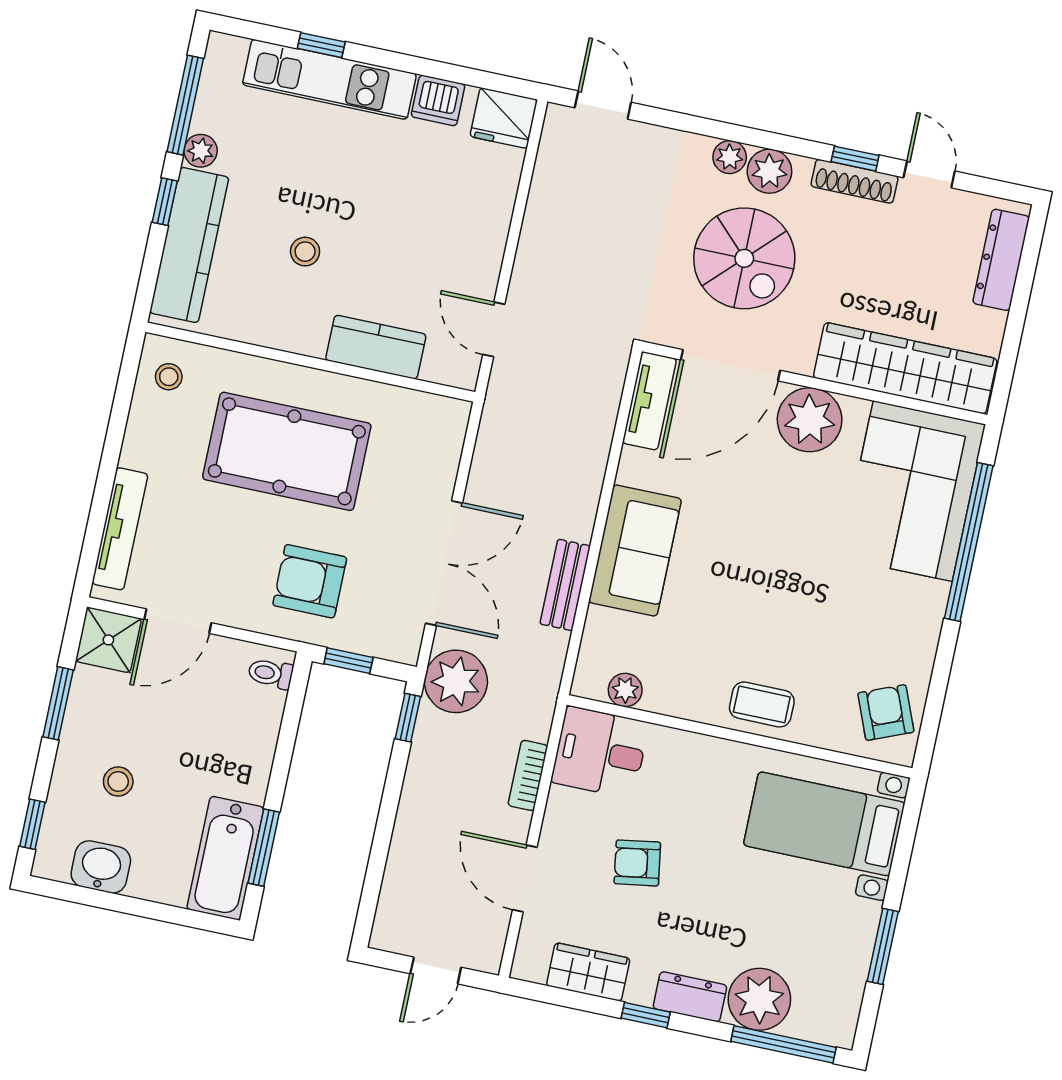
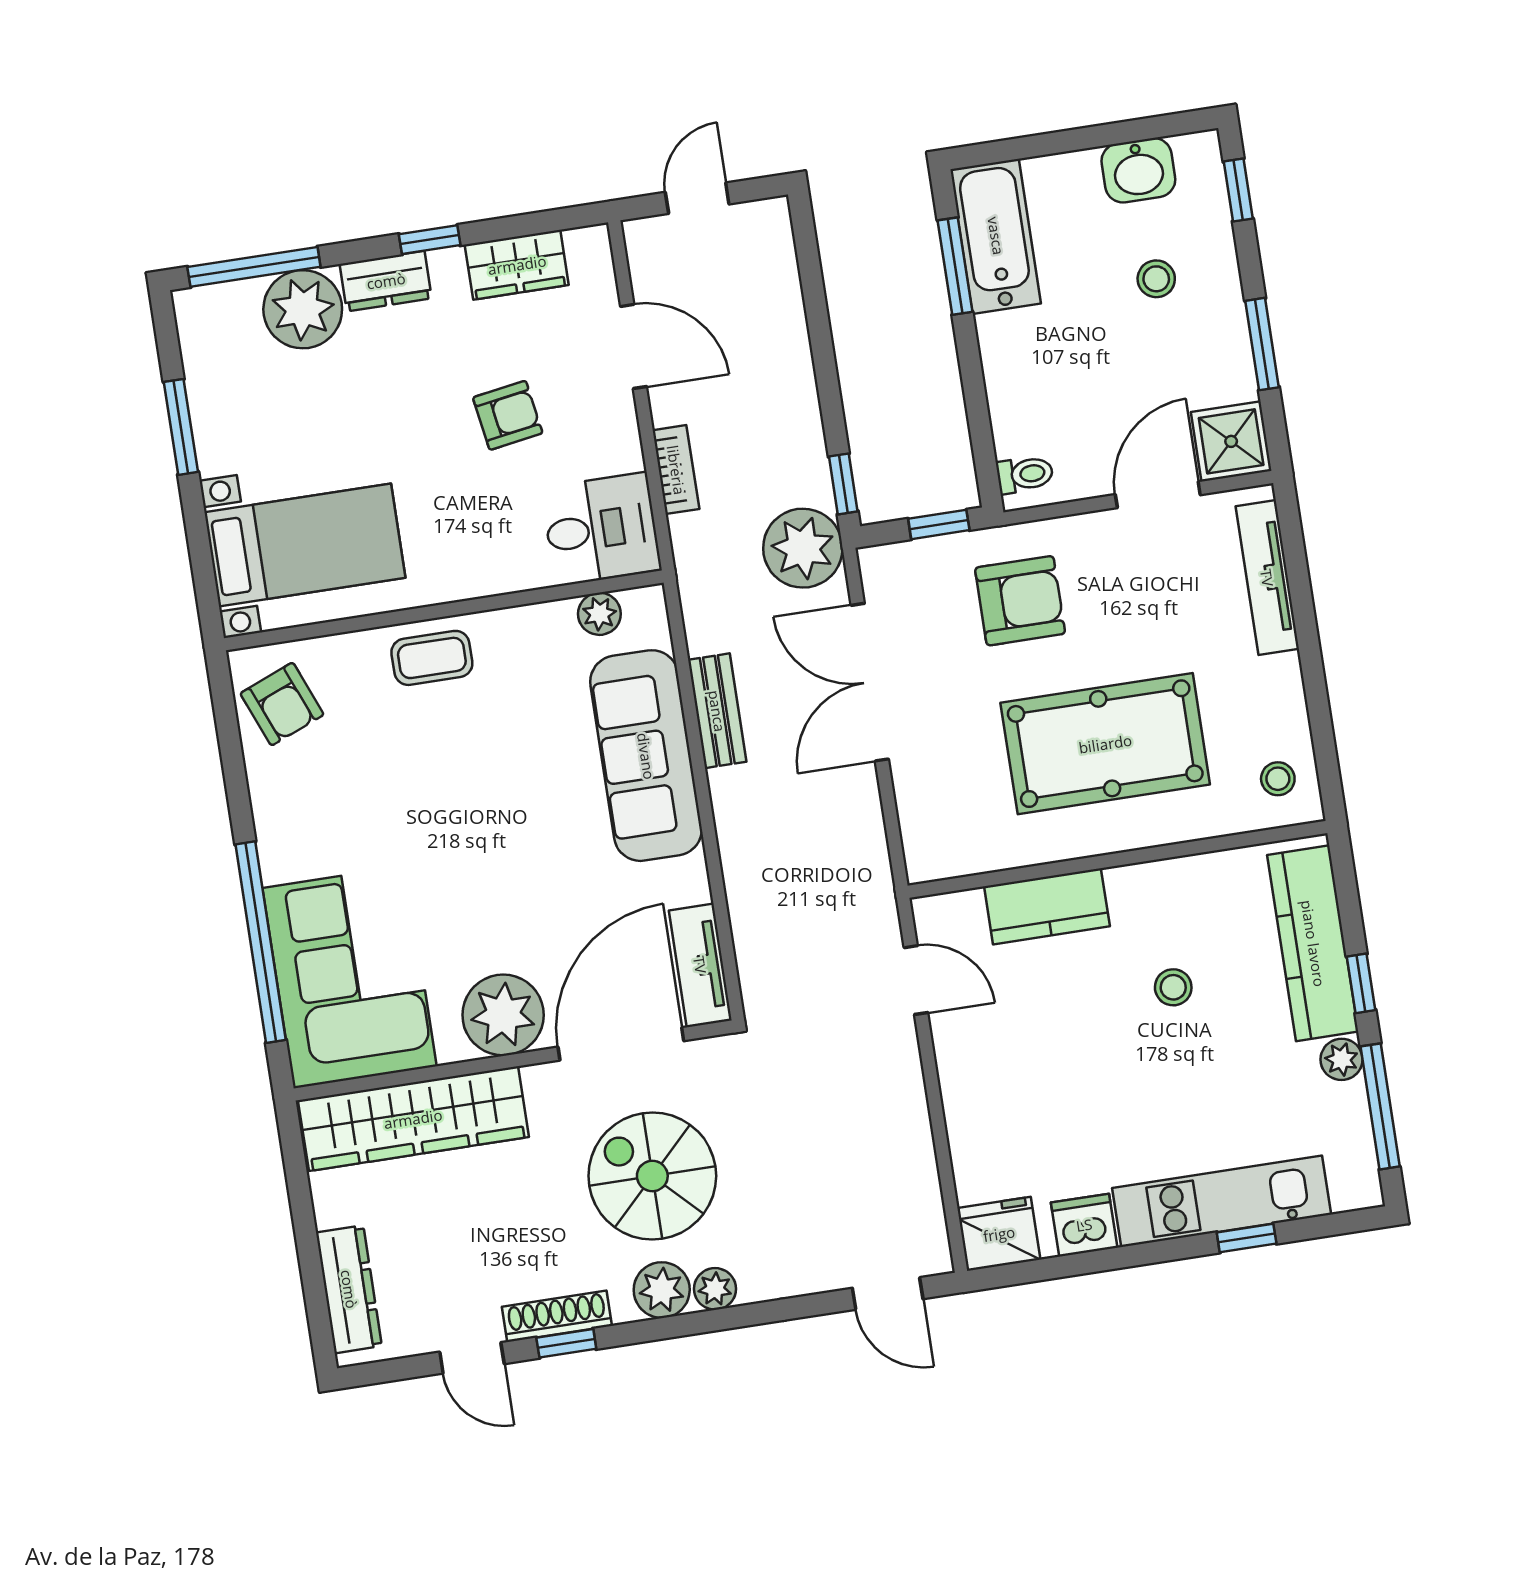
sofa: (635, 550) -> (646, 756), width x1.36

